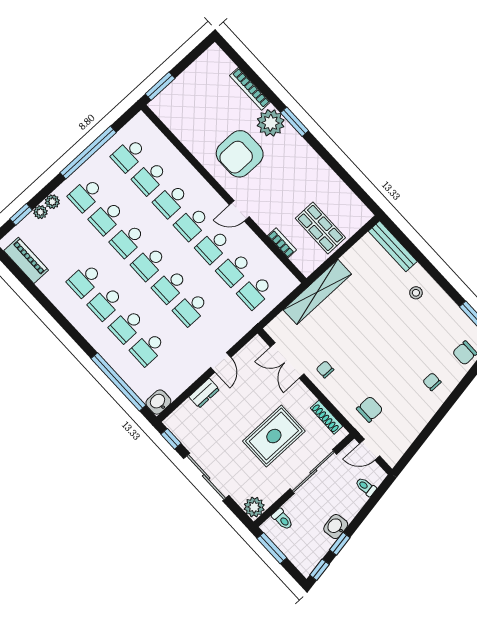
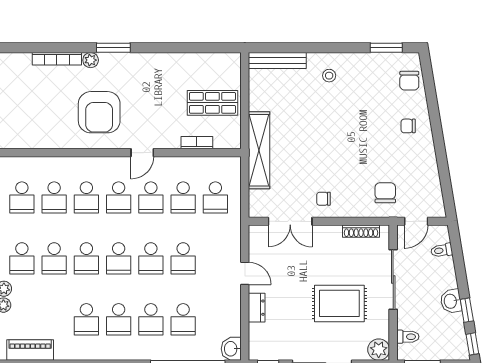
plant: (271, 123) -> (91, 60), width x0.53, depth x0.53
rug: (274, 436) -> (339, 303), moved, turned 90

